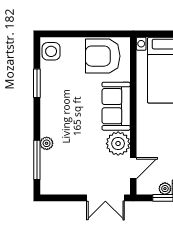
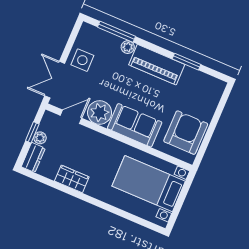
side table: (51, 51) -> (82, 60), moved
piano: (51, 110) -> (157, 65), added
door: (133, 168) -> (71, 117), swing flipped

